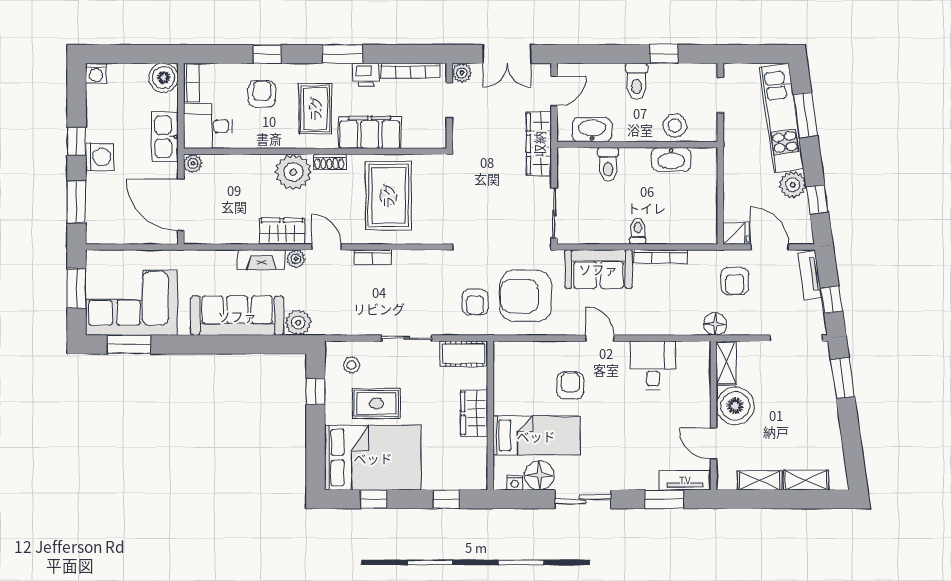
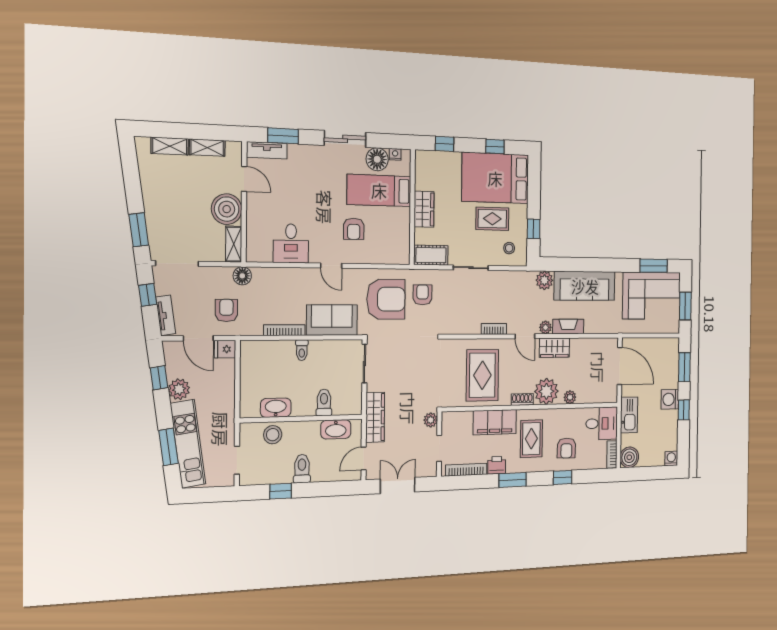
plant: (462, 73) -> (431, 420), moved
plant: (193, 163) -> (570, 397), moved

